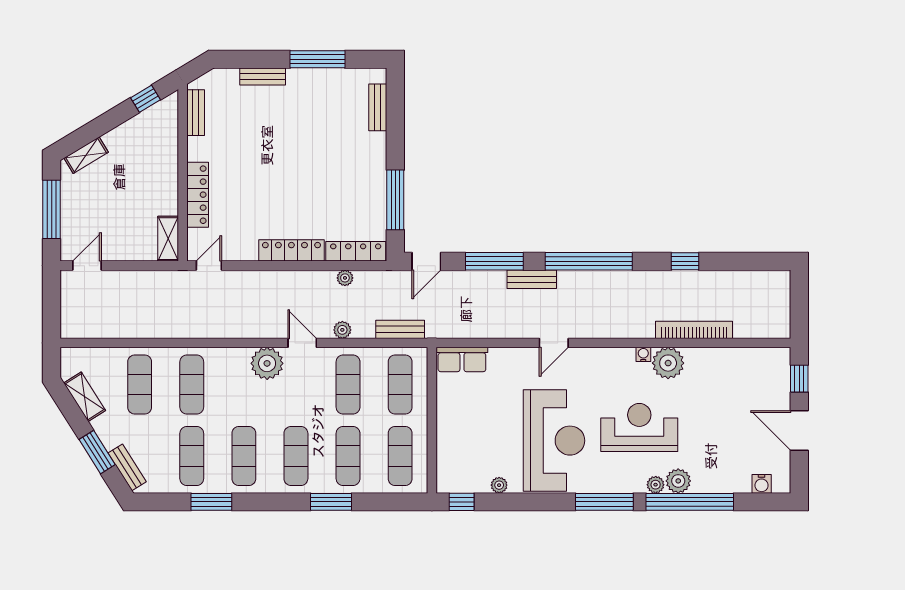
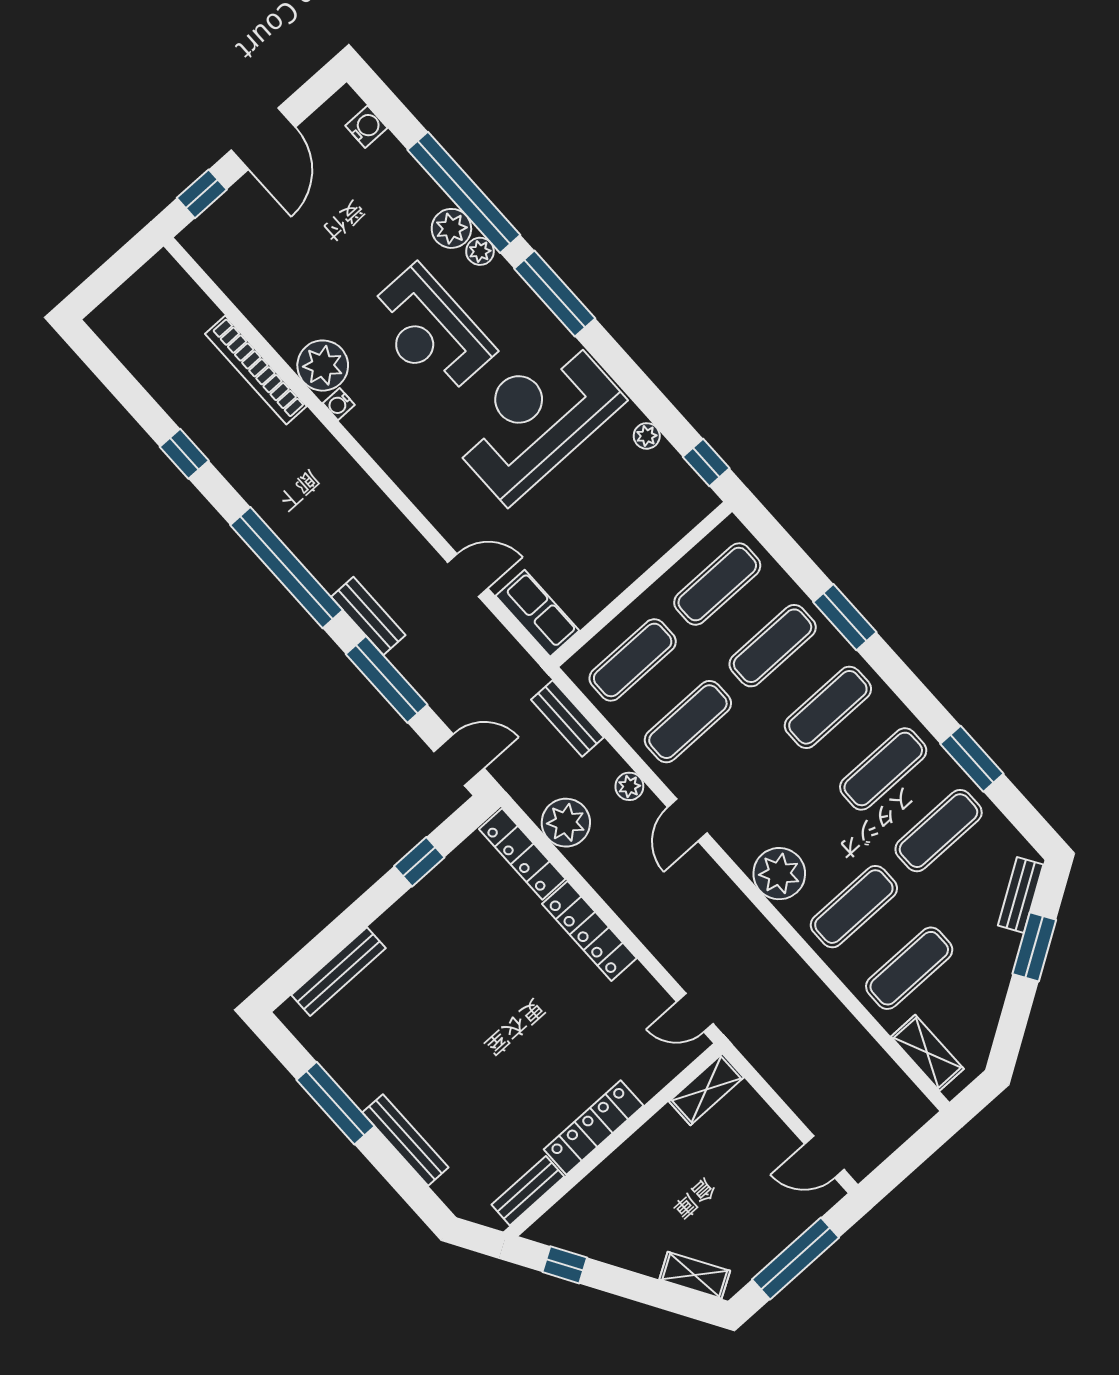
bench: (263, 77) -> (405, 1140), width x1.36
bench: (378, 107) -> (338, 972), width x1.36
locker: (198, 195) -> (594, 1127), moved
window: (395, 200) -> (419, 862), width x0.46
plant: (345, 278) -> (566, 823), width x1.87, depth x1.87
door: (554, 343) -> (468, 575), moved
plant: (267, 363) -> (779, 874), moved
shelving: (85, 397) -> (927, 1053), moved, turned -58

